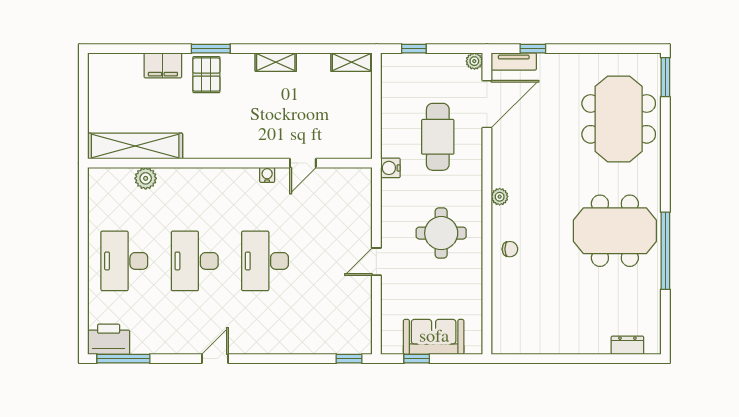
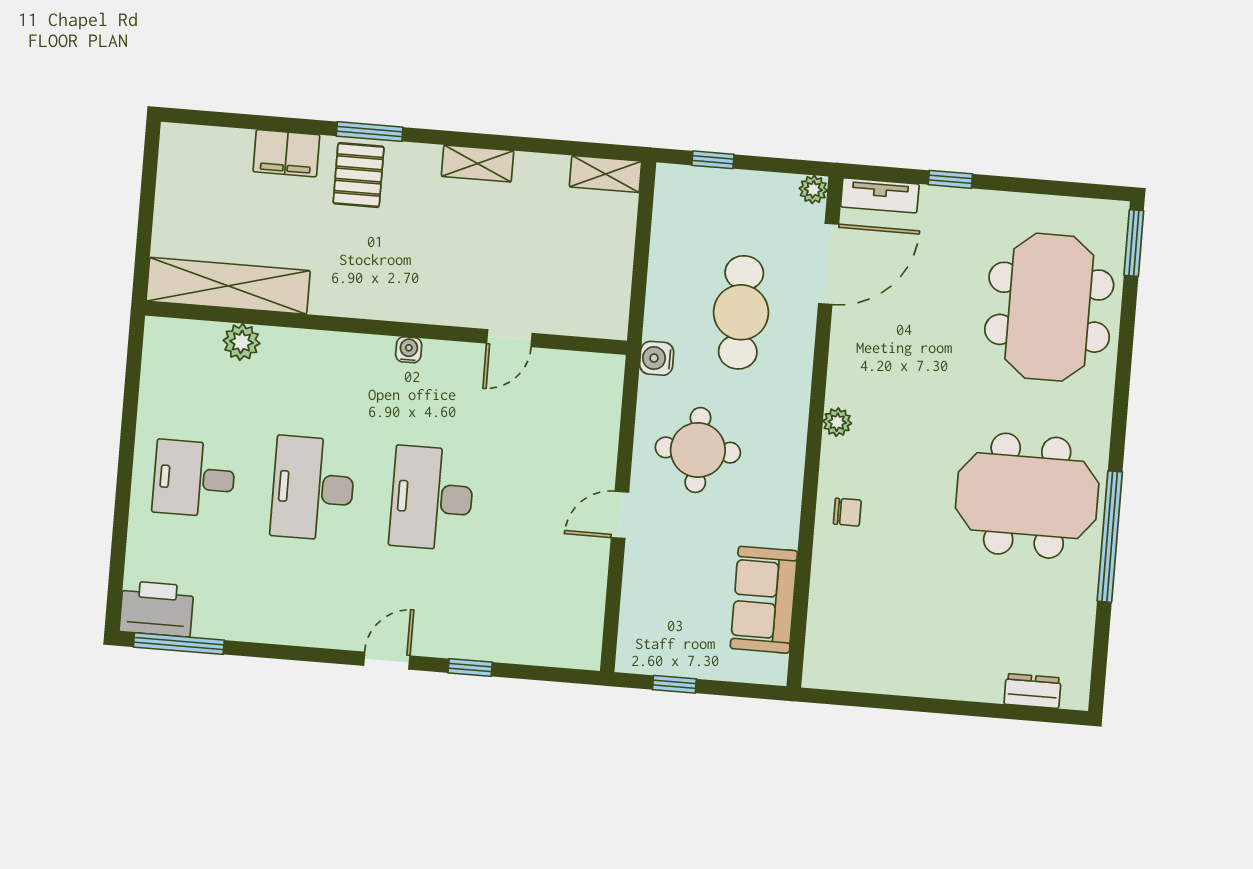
window: (533, 49) -> (950, 179), moved
water cooler: (267, 175) -> (409, 350), moved
round table: (441, 233) -> (698, 450), moved
desk: (124, 261) -> (194, 479), width x0.73
sofa: (434, 337) -> (764, 600), moved, turned -90
door: (215, 359) -> (387, 661), moved
window: (349, 359) -> (470, 667), moved

